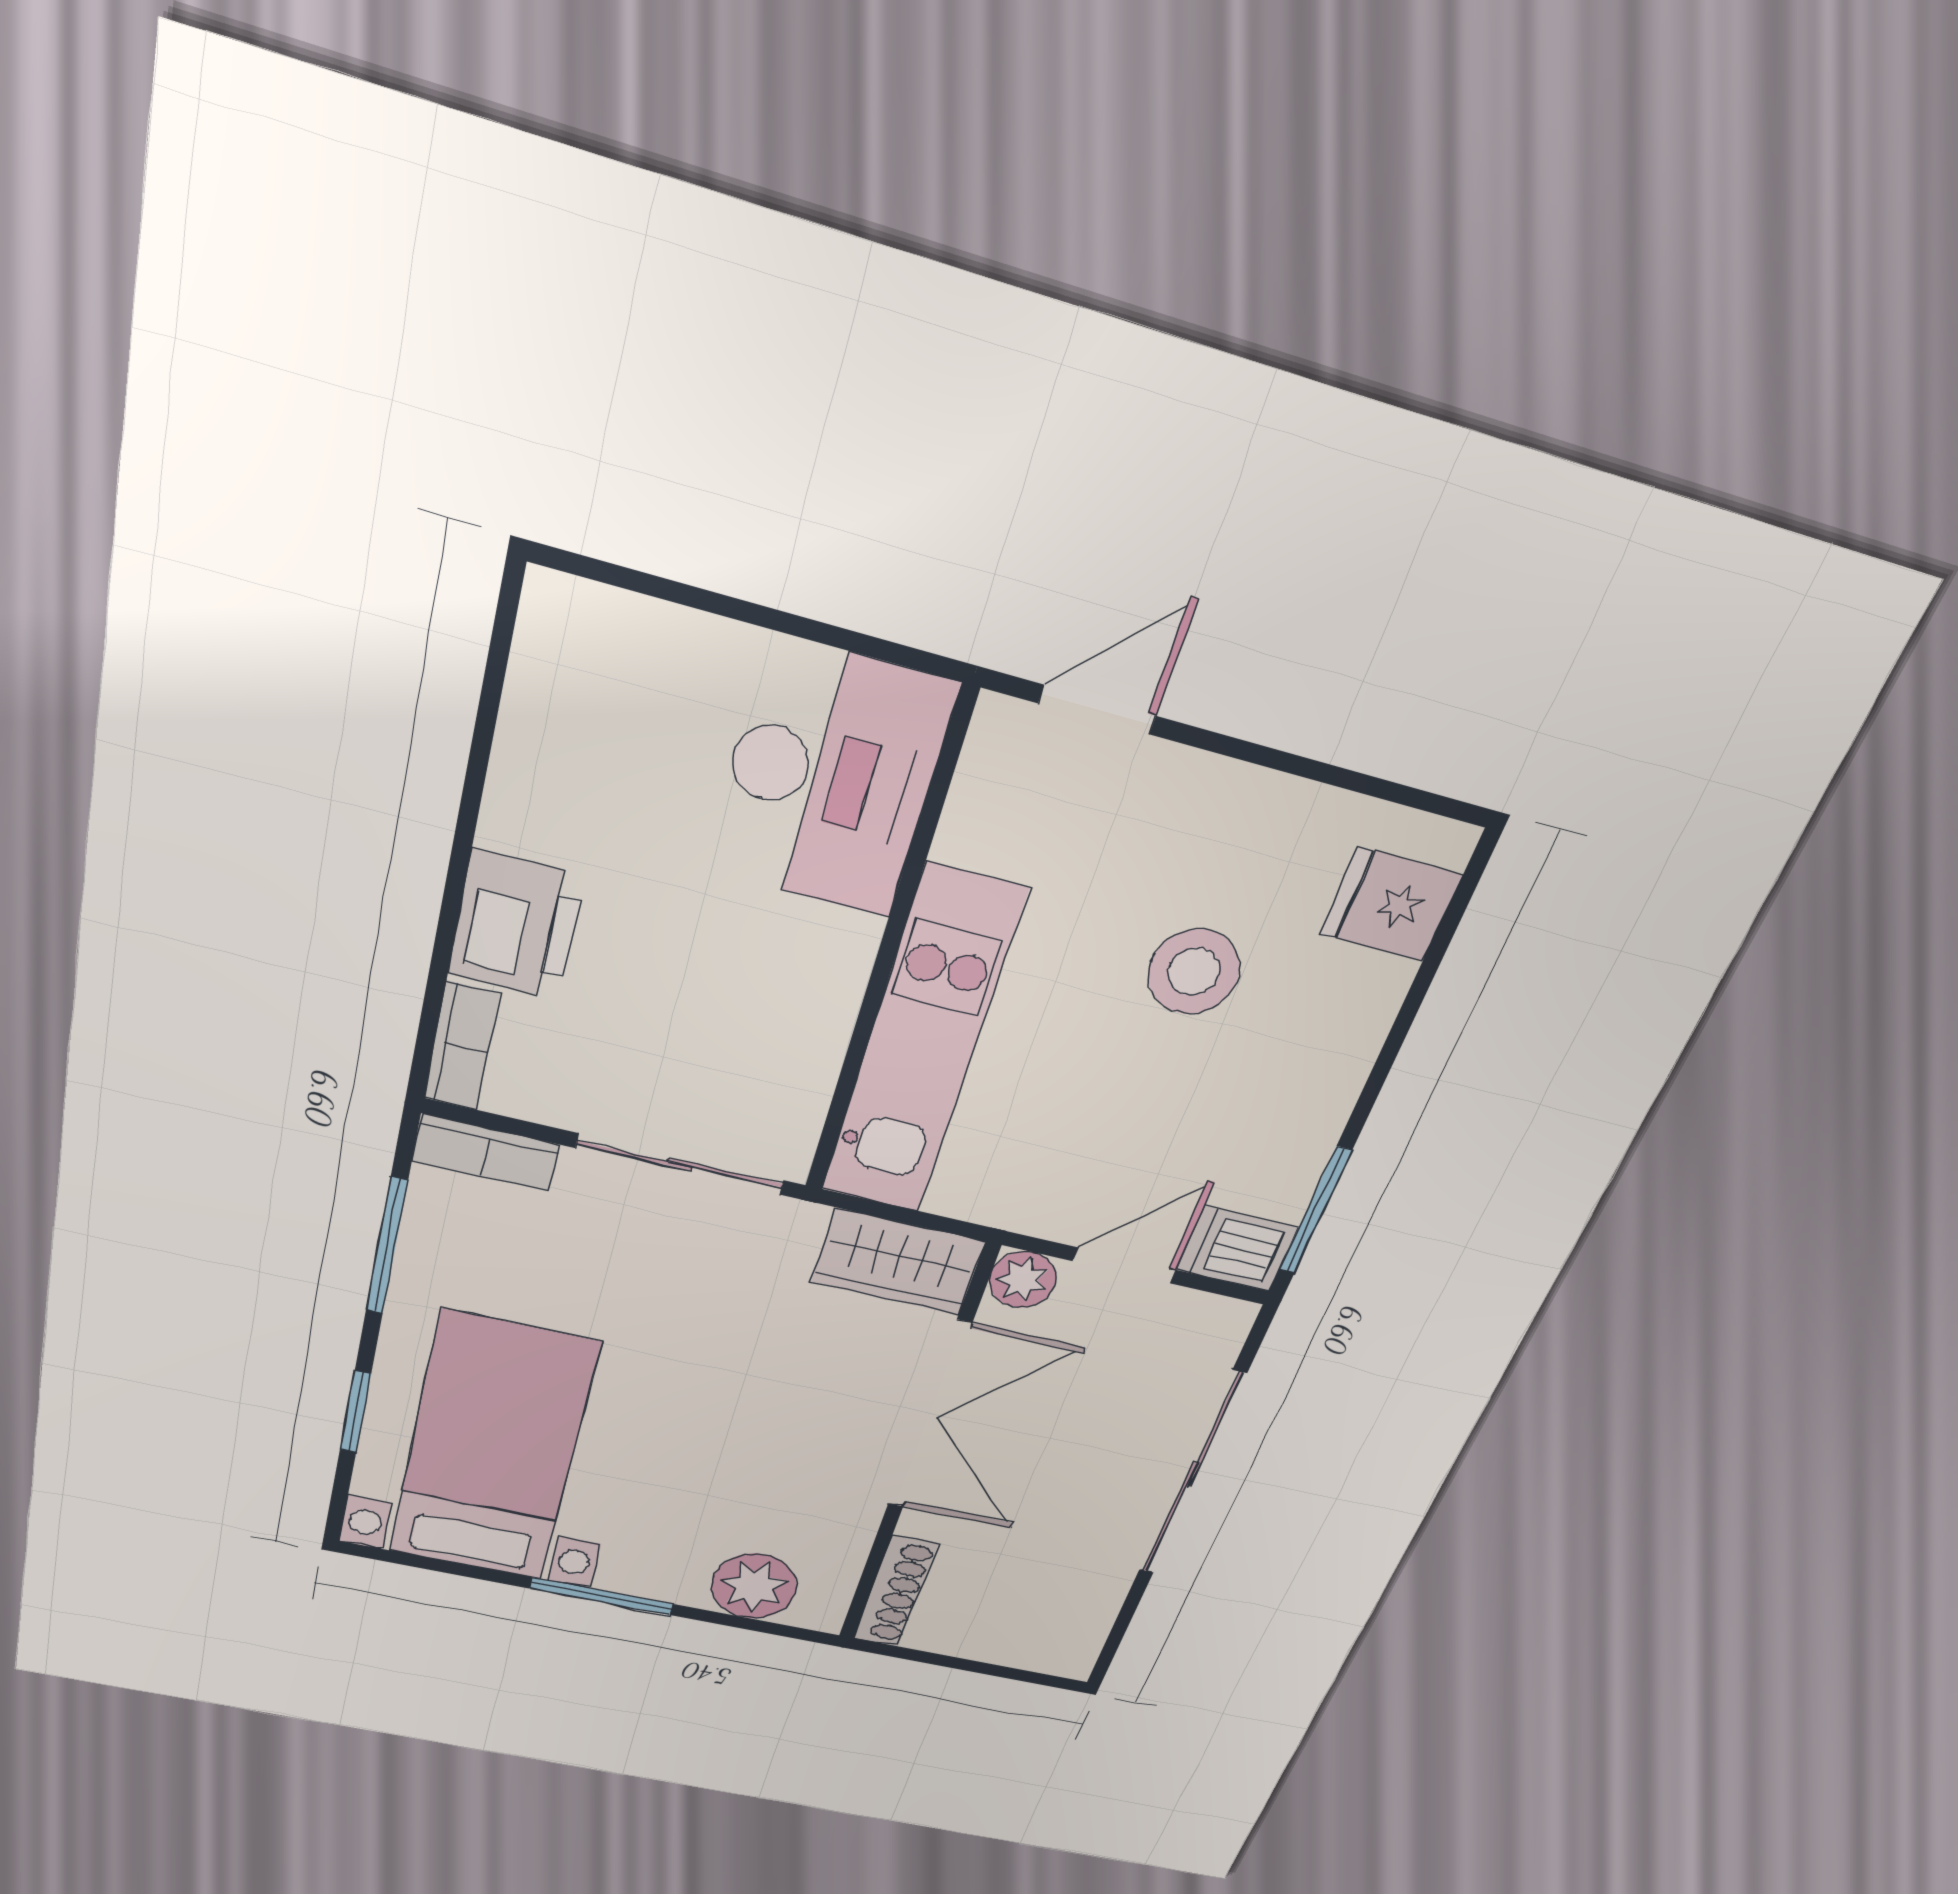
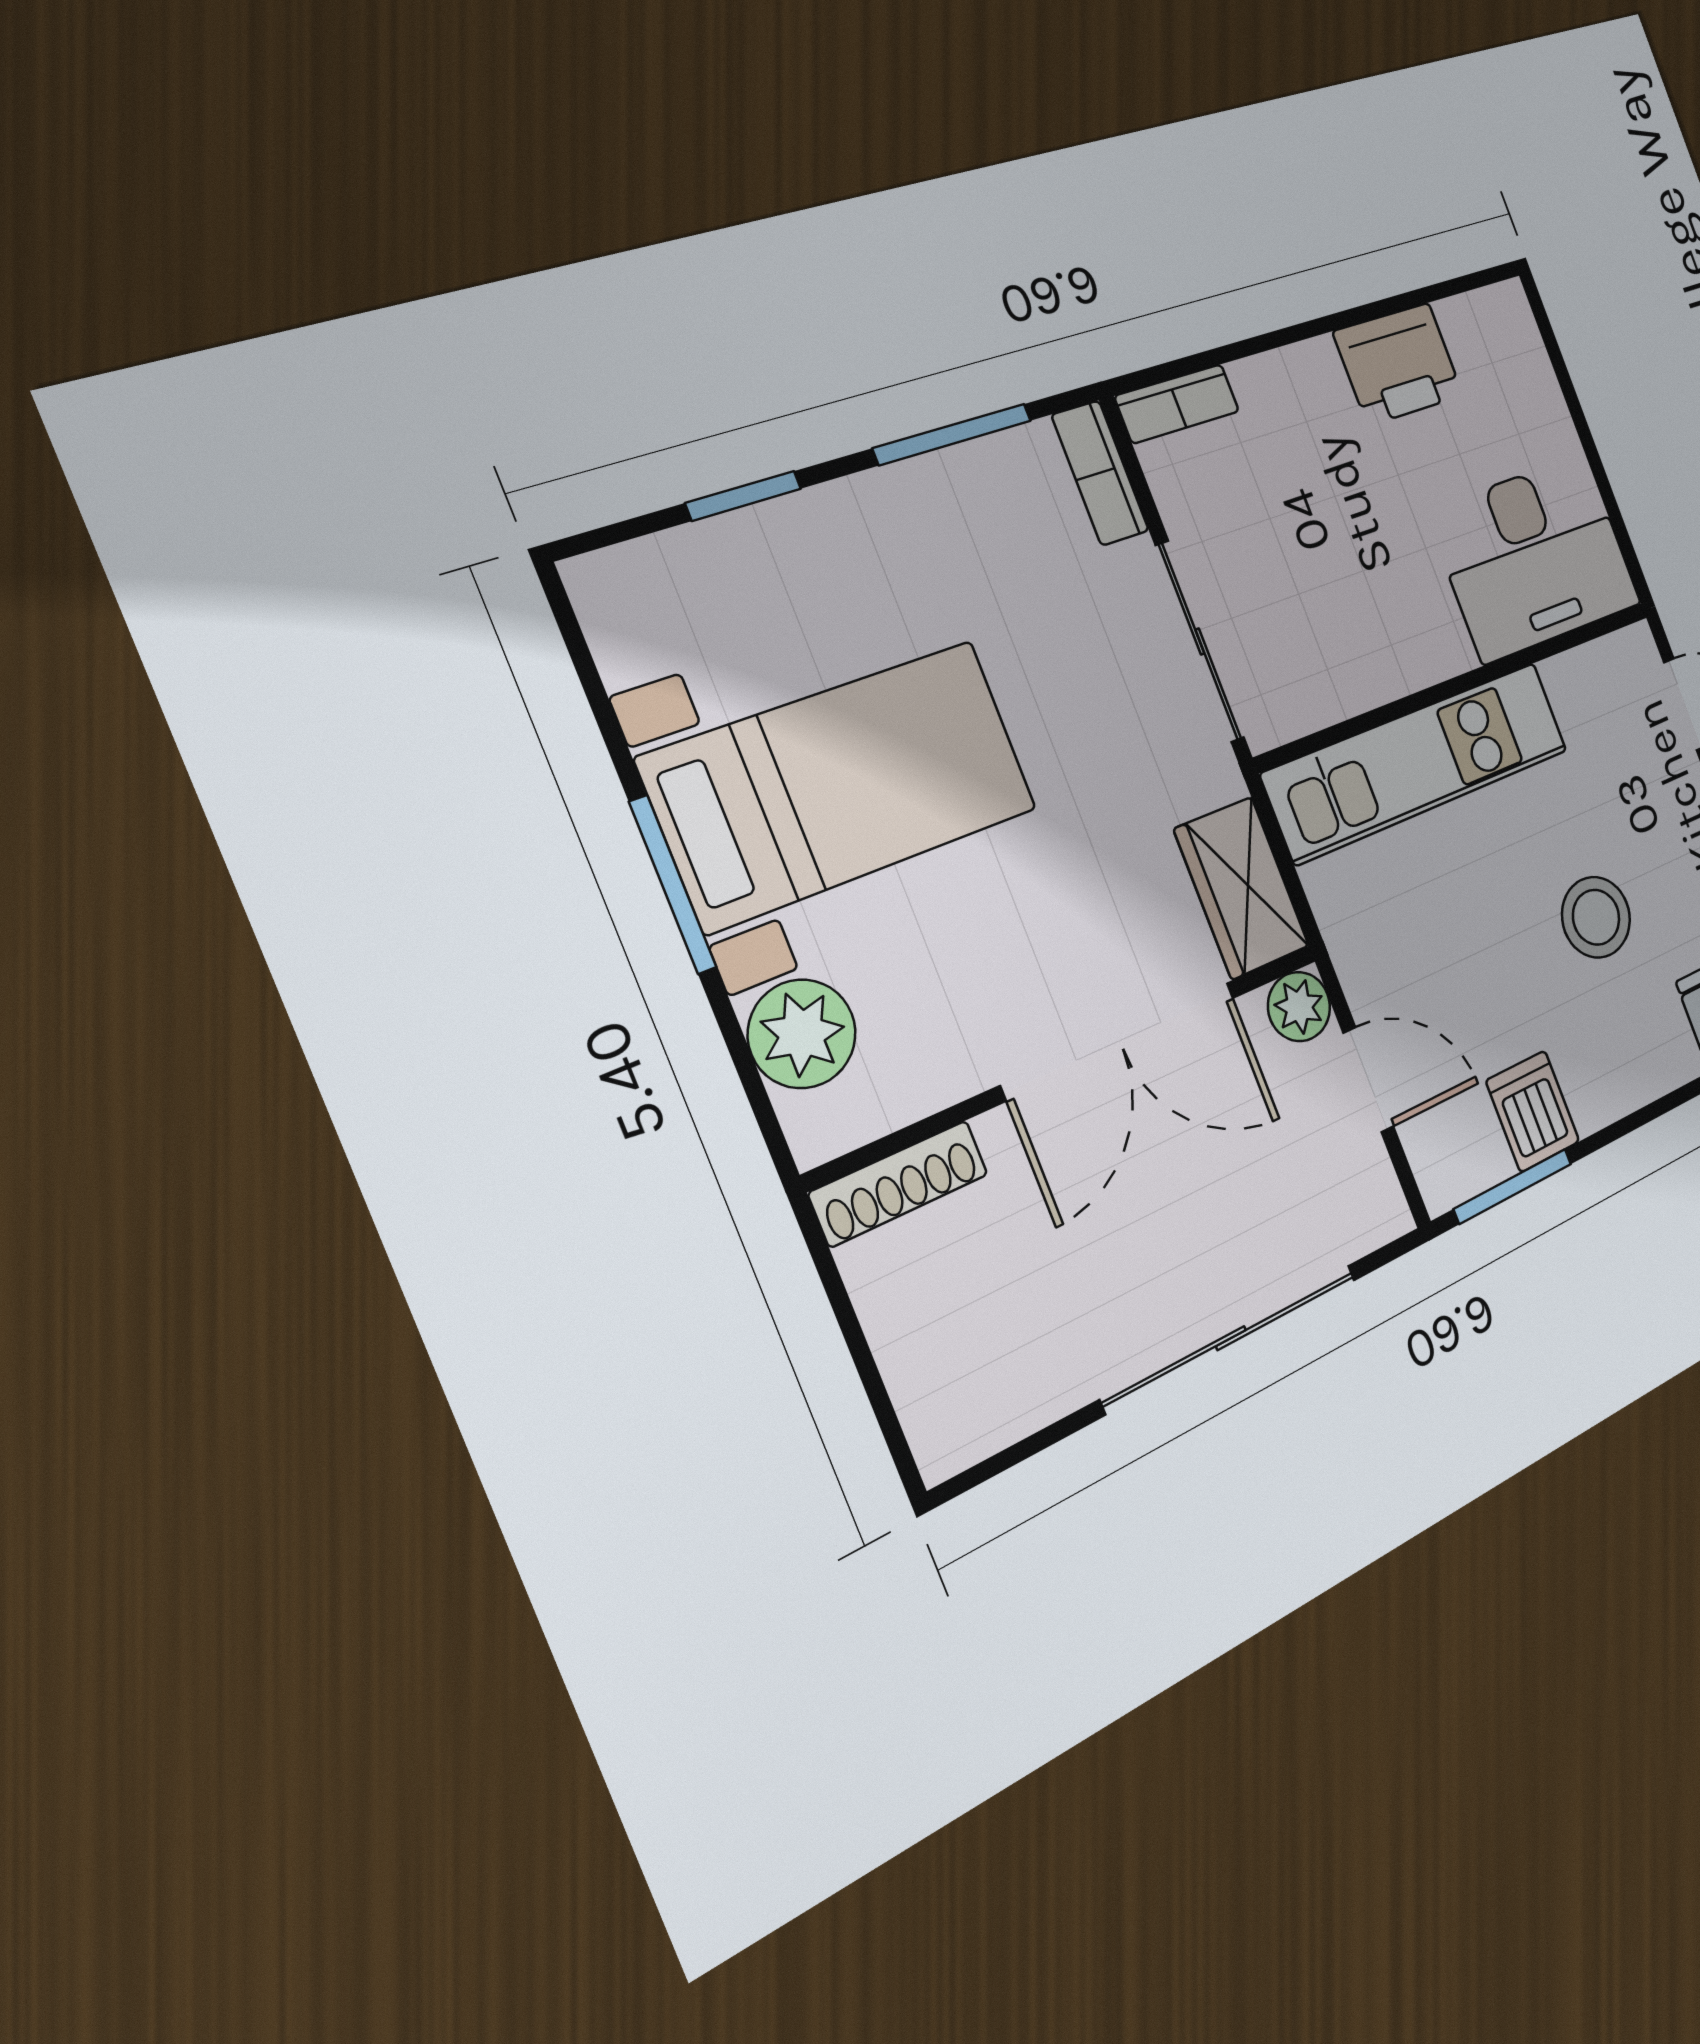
printer: (516, 925) -> (1398, 364), moved
dishwasher: (1237, 1249) -> (1533, 1111), moved
bed with nightstands: (493, 1449) -> (842, 784), moved

